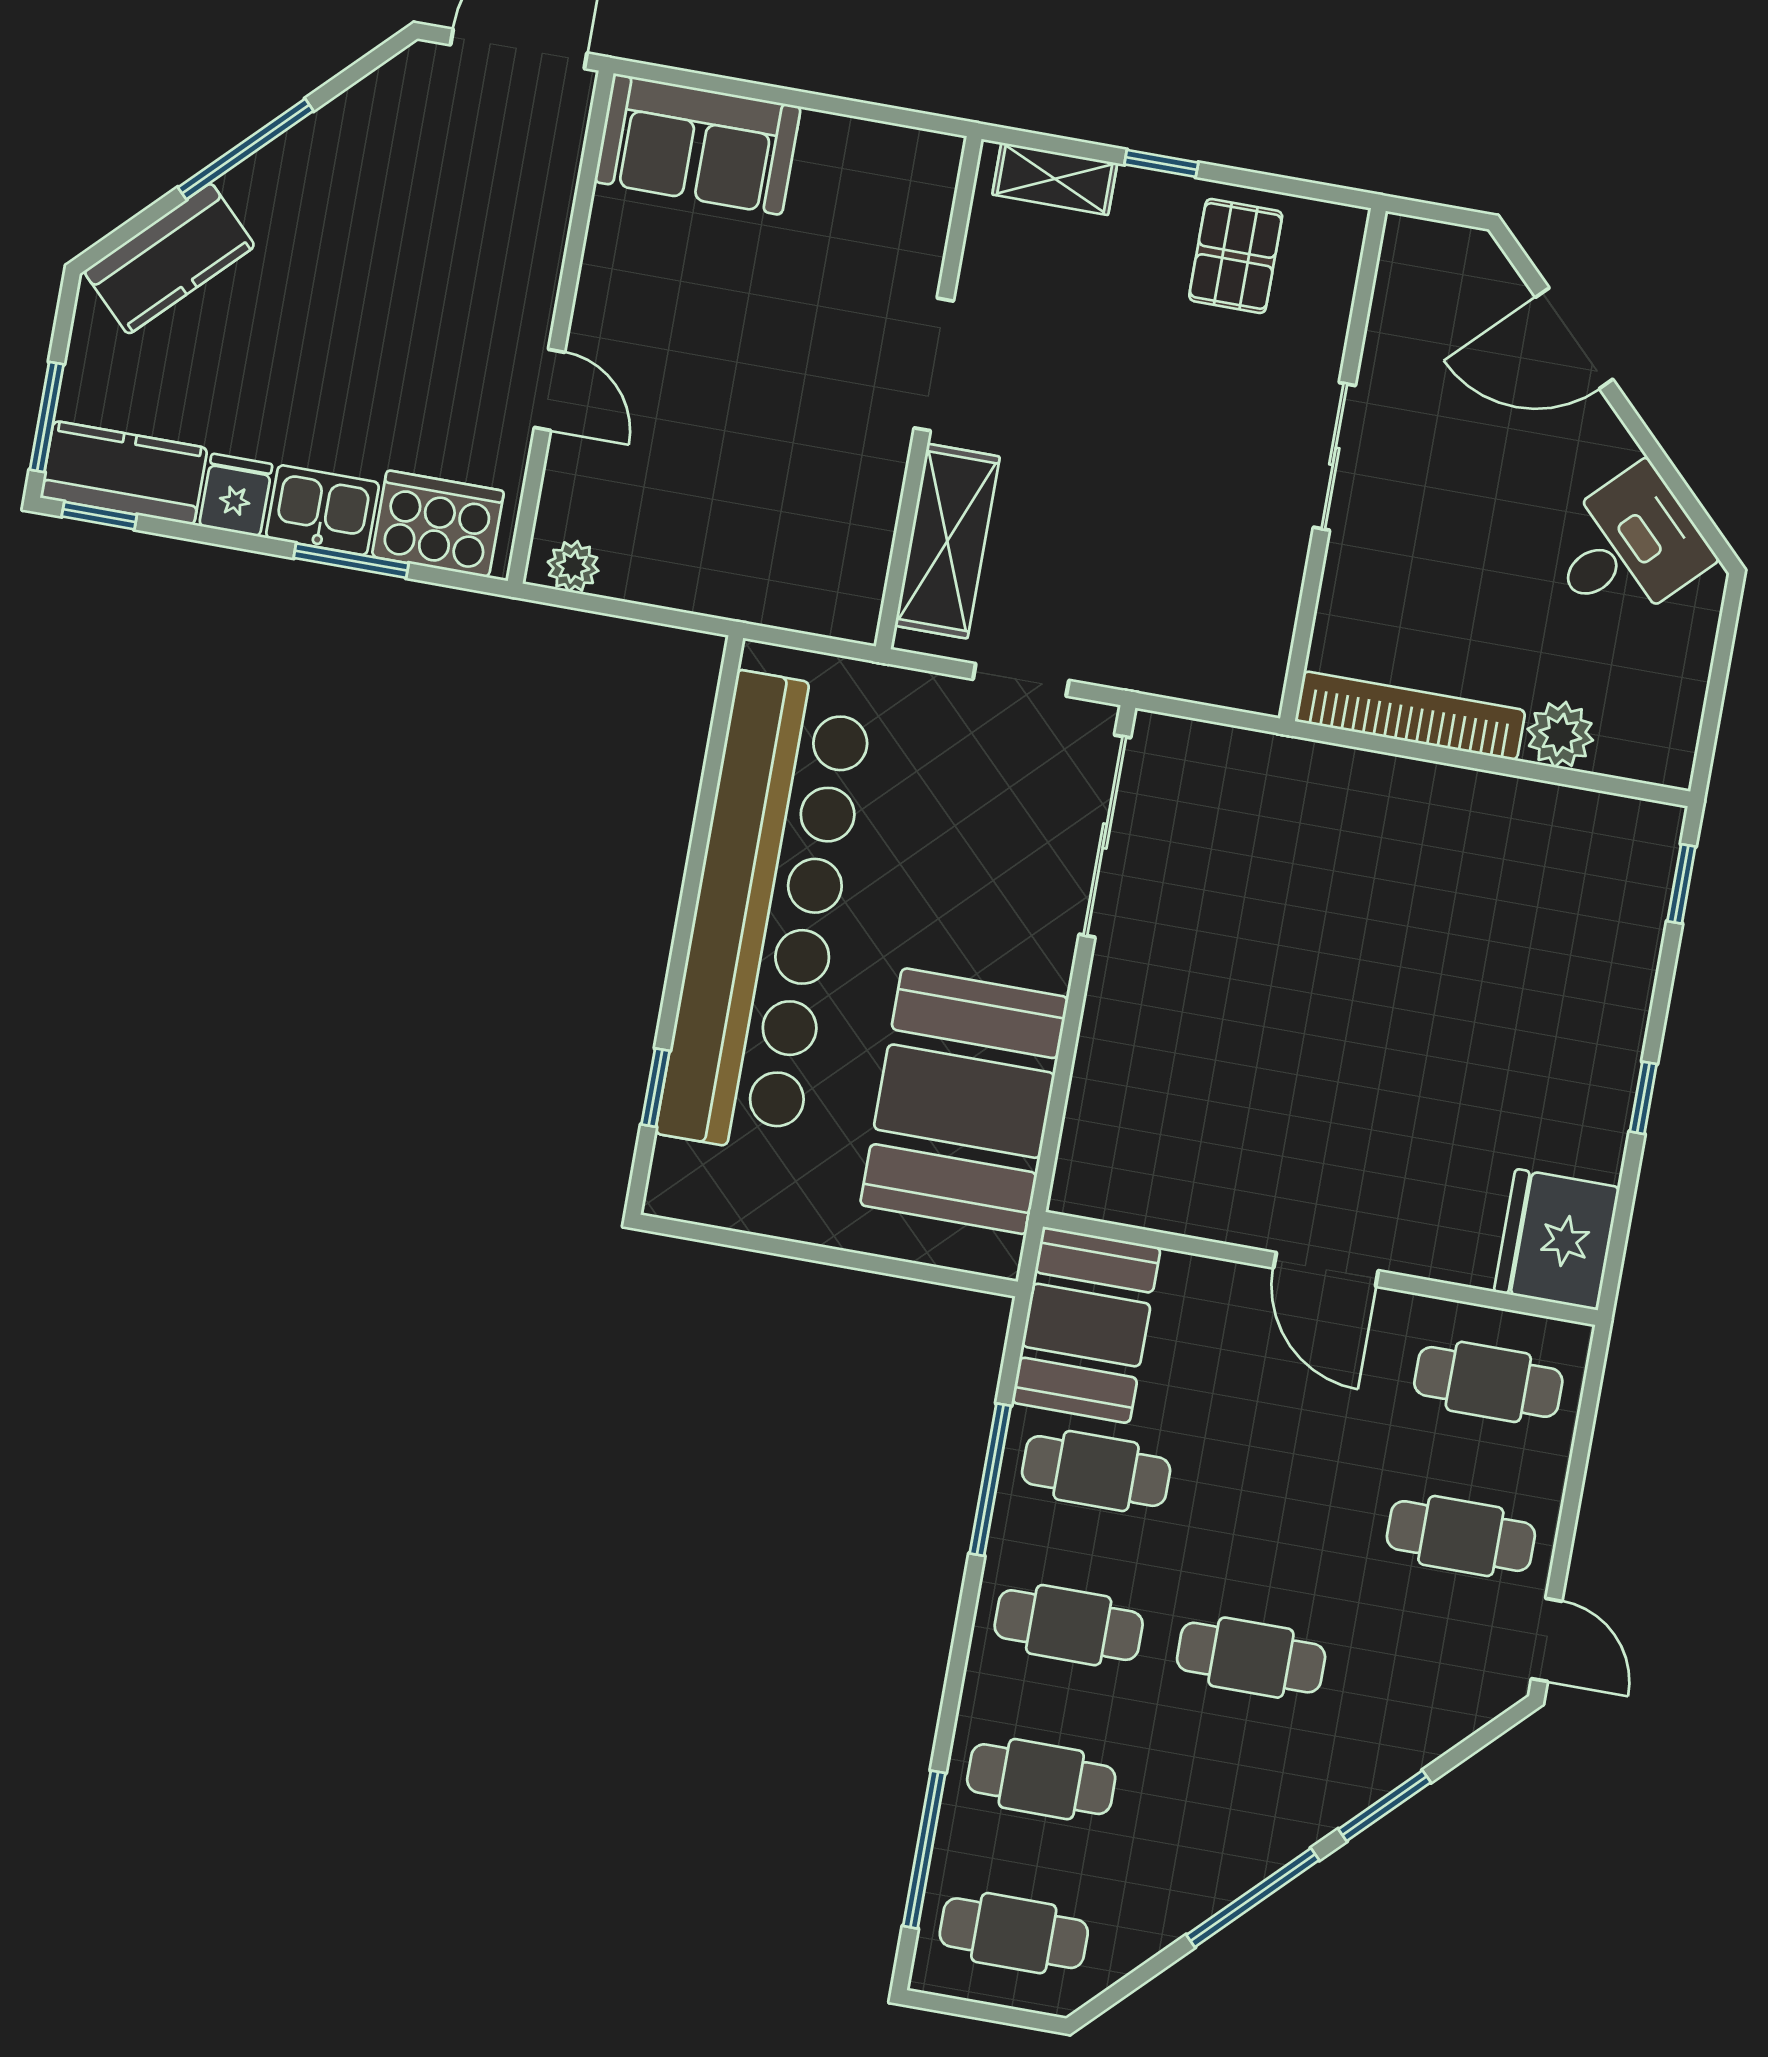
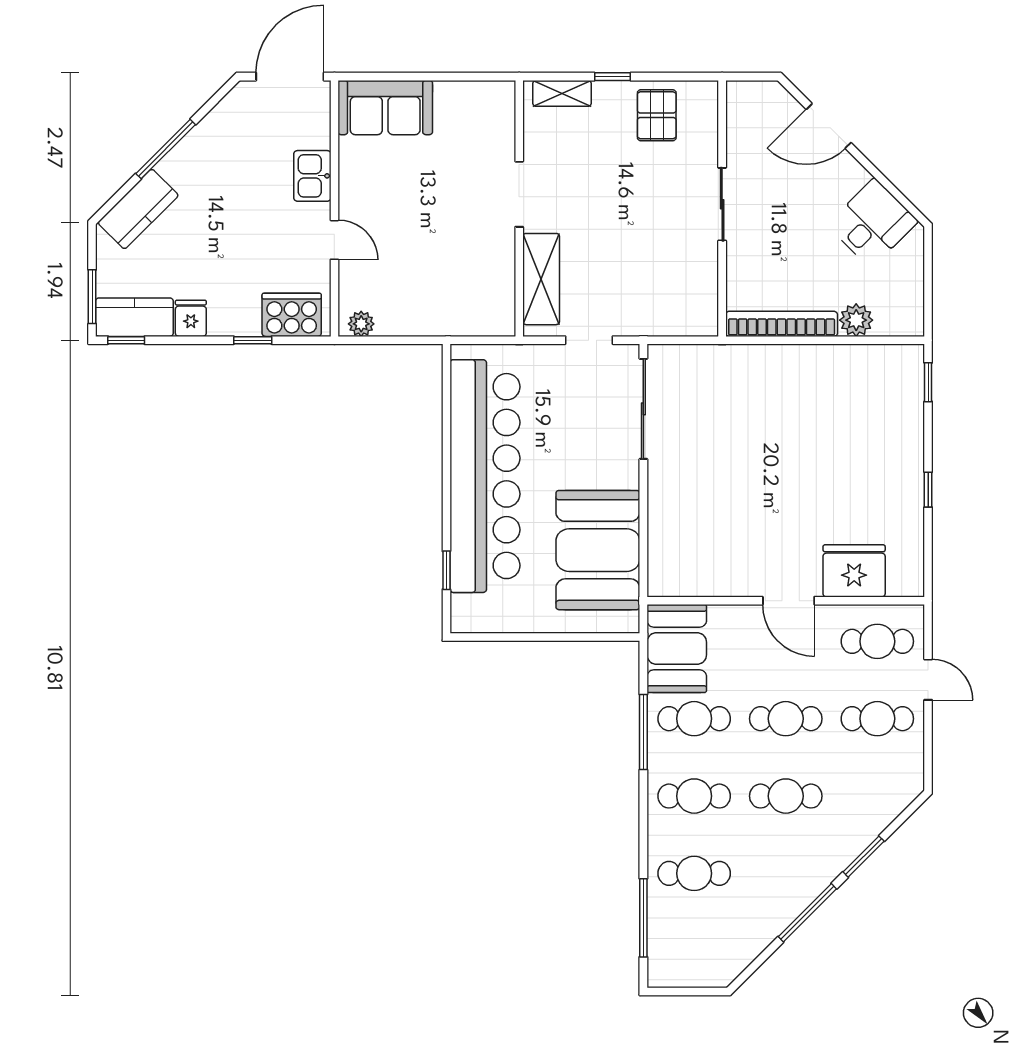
kitchen sink: (323, 510) -> (312, 176), moved, turned -90
window: (351, 561) -> (253, 340), width x0.67
fridge: (1557, 1239) -> (854, 571), moved, turned 90
door: (1547, 1640) -> (928, 680), moved
cafe table: (1014, 1933) -> (786, 719), moved

